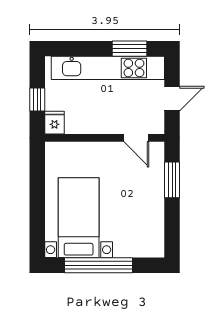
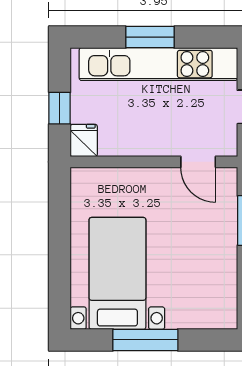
window: (130, 49) -> (150, 37), moved
window: (99, 265) -> (145, 340), width x0.68

